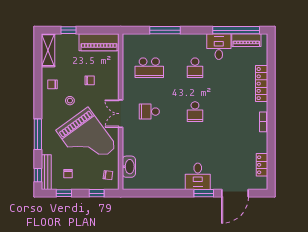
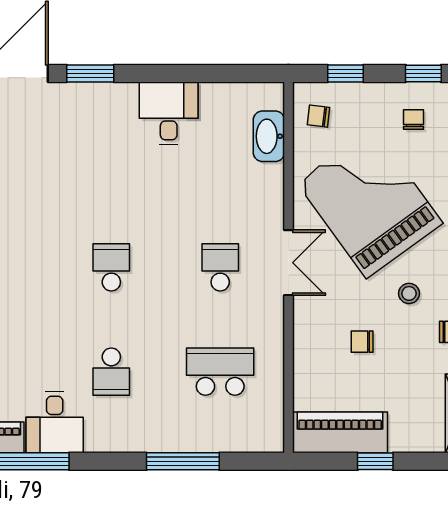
window: (69, 30) -> (375, 461), moved
school desk: (195, 68) -> (111, 372), turned 180
school desk: (149, 112) -> (220, 267), turned -90
desk: (198, 176) -> (169, 113), moved

